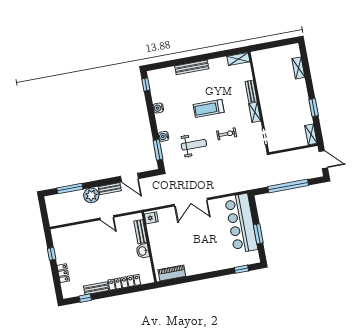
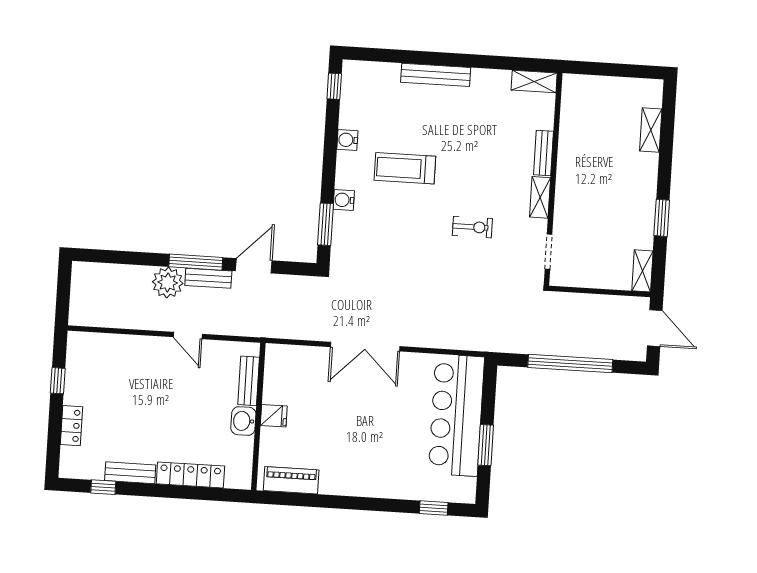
treadmill: (209, 108) -> (405, 168), moved
weight bench: (194, 145) -> (401, 232), removed
door: (129, 178) -> (254, 266), swing flipped
window: (70, 189) -> (196, 262), moved
fridge: (151, 218) -> (274, 416), moved

